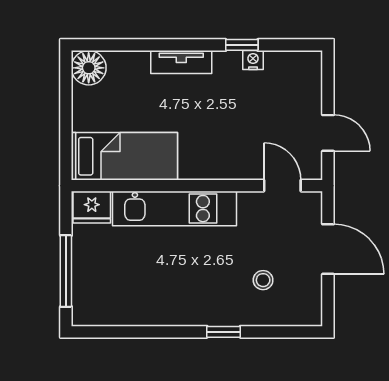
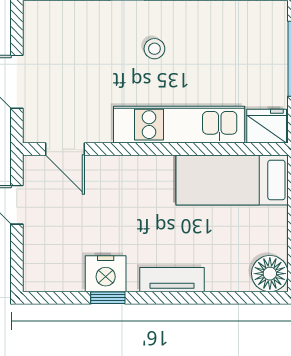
nightstand: (253, 60) -> (106, 274), width x1.89, depth x1.79
stool: (263, 280) -> (154, 49), moved

